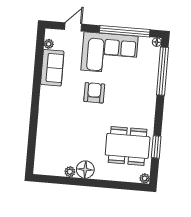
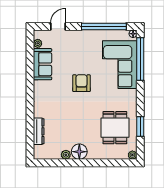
corner sofa: (110, 53) -> (120, 65), moved, turned 90
dresser: (42, 143) -> (39, 131), added
dining table: (128, 146) -> (115, 128), width x0.73

